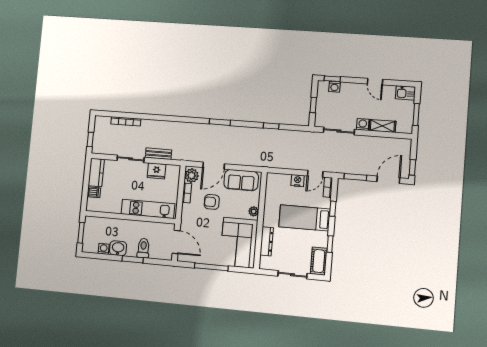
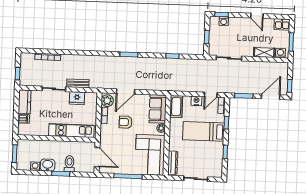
washing machine: (363, 124) -> (280, 53), moved
sofa: (241, 180) -> (158, 109), moved, turned 90
dresser: (267, 241) -> (173, 163), moved
cot: (319, 261) -> (176, 106), moved

